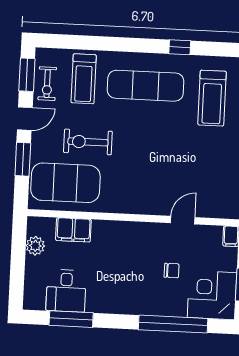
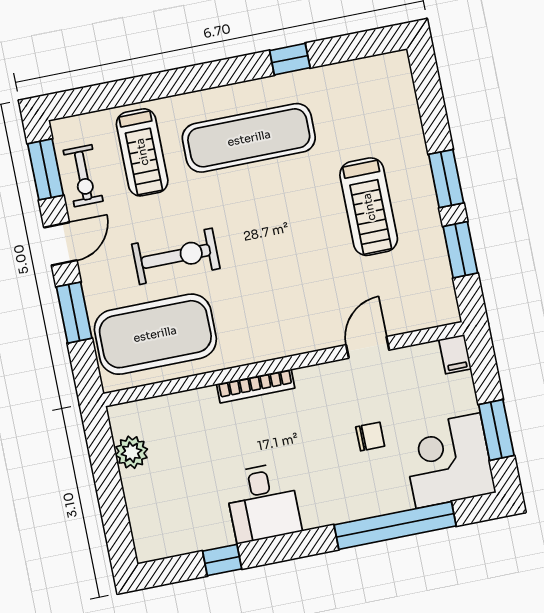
treadmill: (212, 98) -> (369, 207), moved
exercise bike: (88, 142) -> (176, 256), turned 180
bookcase: (114, 226) -> (256, 386), added
filing cabinet: (73, 230) -> (189, 410), removed
desk: (66, 291) -> (263, 503), moved
window: (71, 319) -> (222, 560), width x0.46

